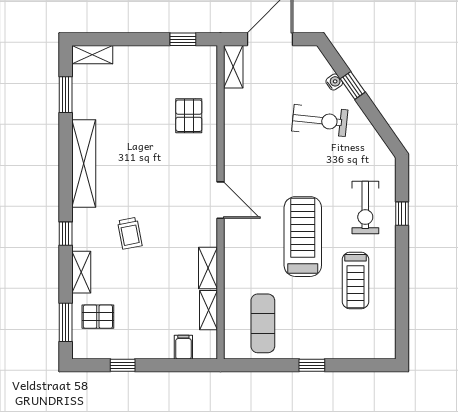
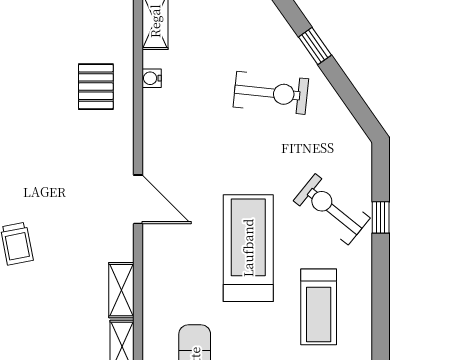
water cooler: (334, 82) -> (152, 78), moved, turned -145
exercise bike: (365, 208) -> (332, 209), turned 129

